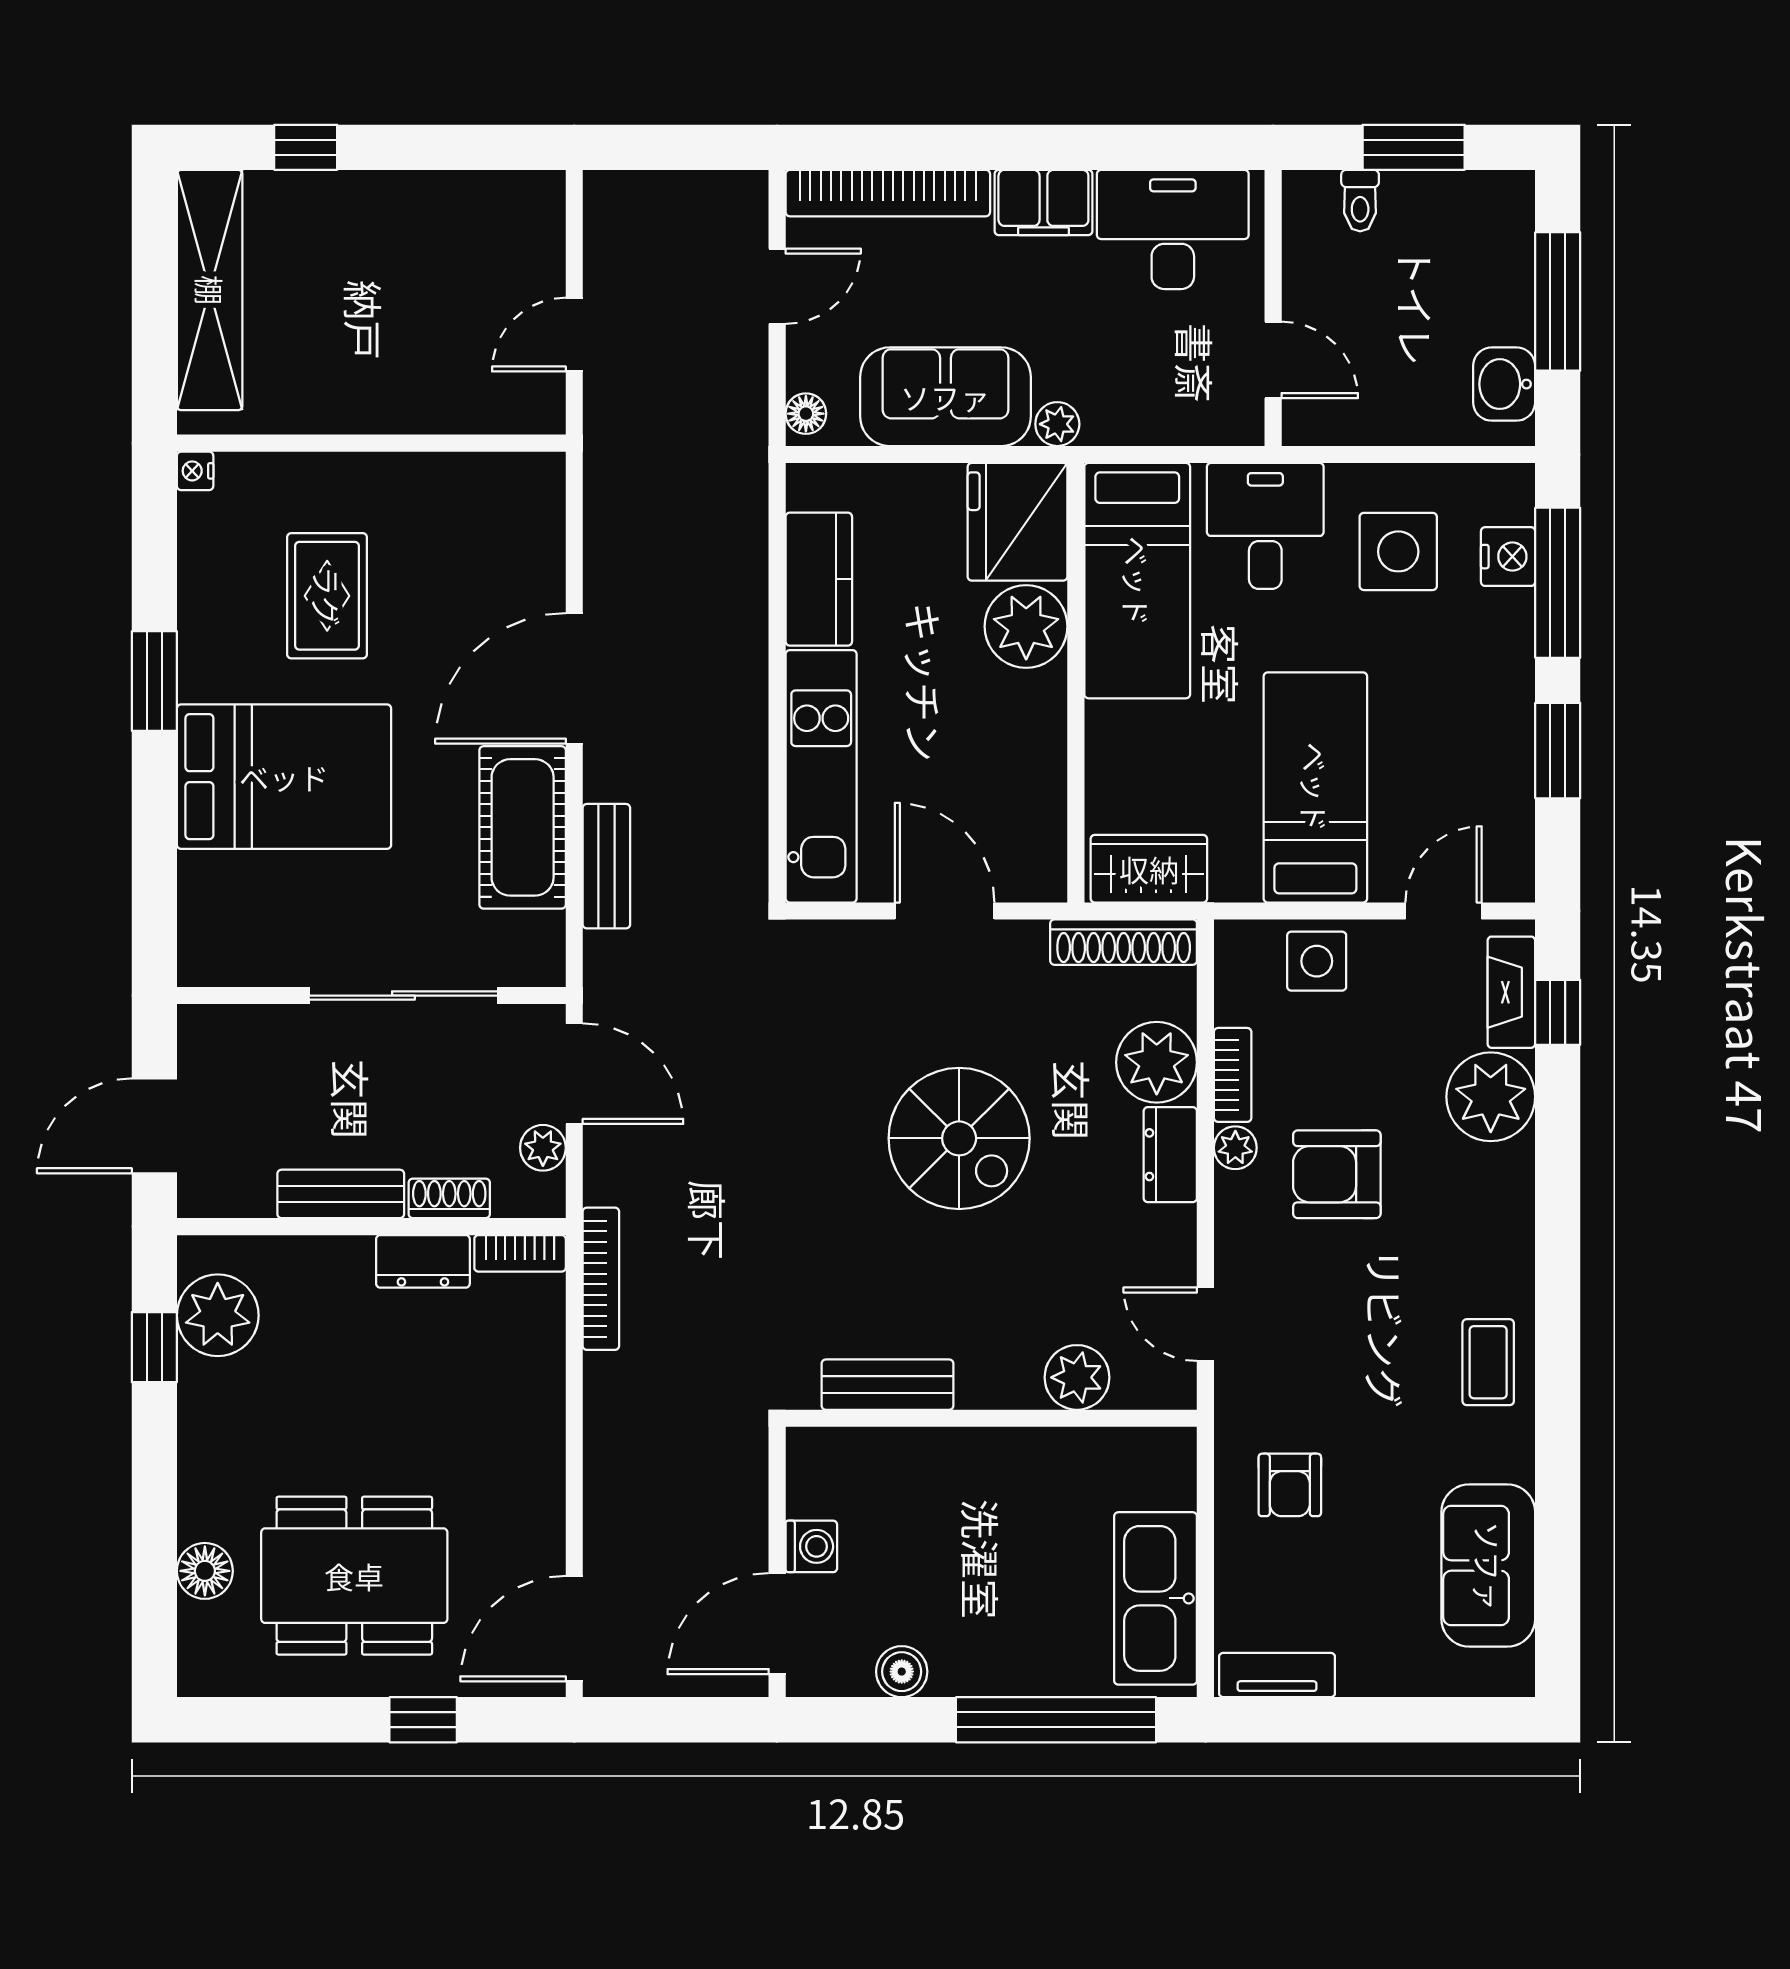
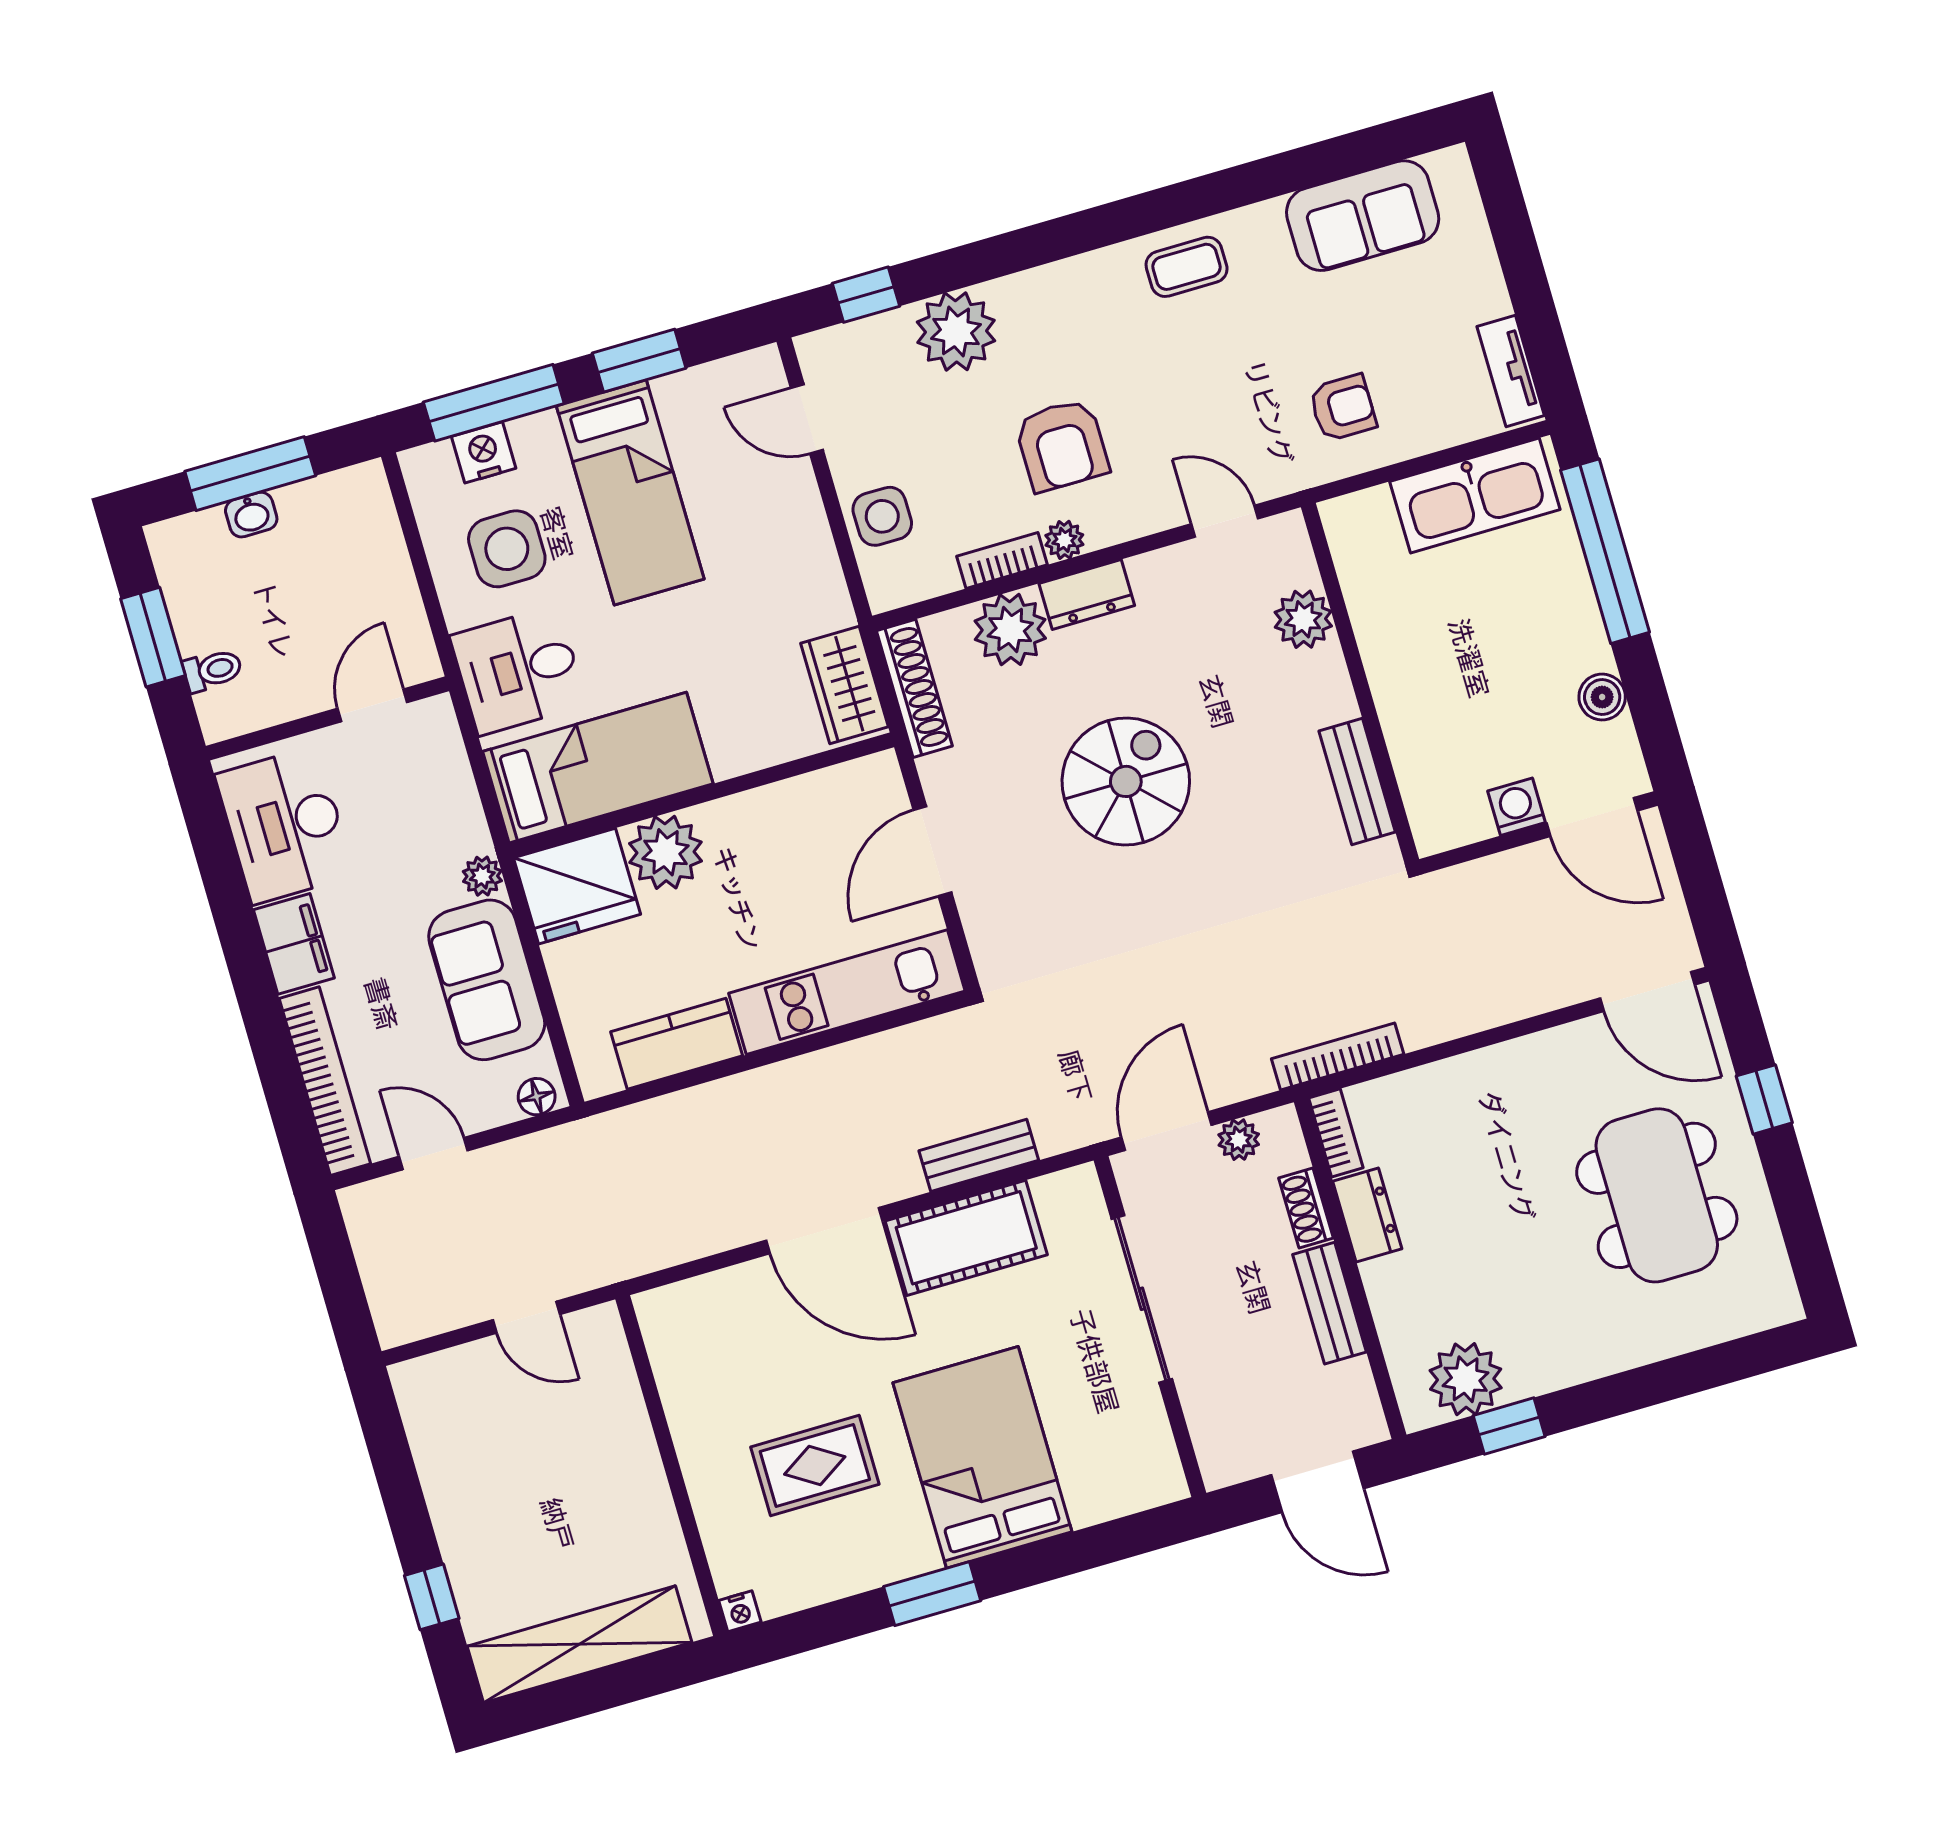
washbasin: (1504, 384) -> (251, 515), moved, width x0.72, depth x0.69
bed: (1315, 787) -> (630, 492), moved, turned -90
fireplace: (1511, 992) -> (860, 340), removed
door: (1205, 1324) -> (1225, 521), swing flipped
floor lamp: (205, 1571) -> (1690, 1326), removed

